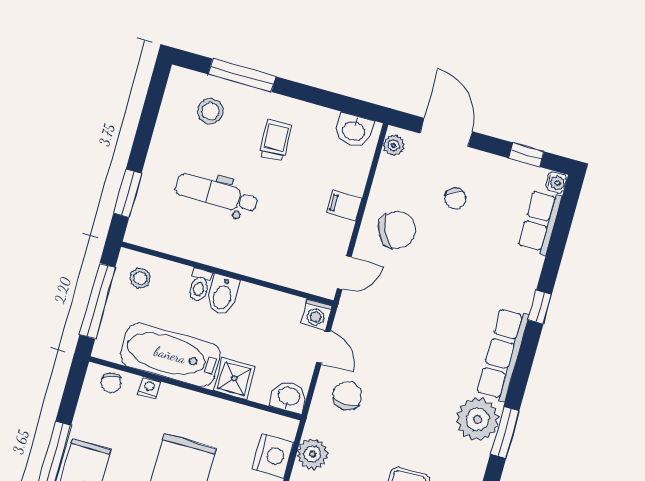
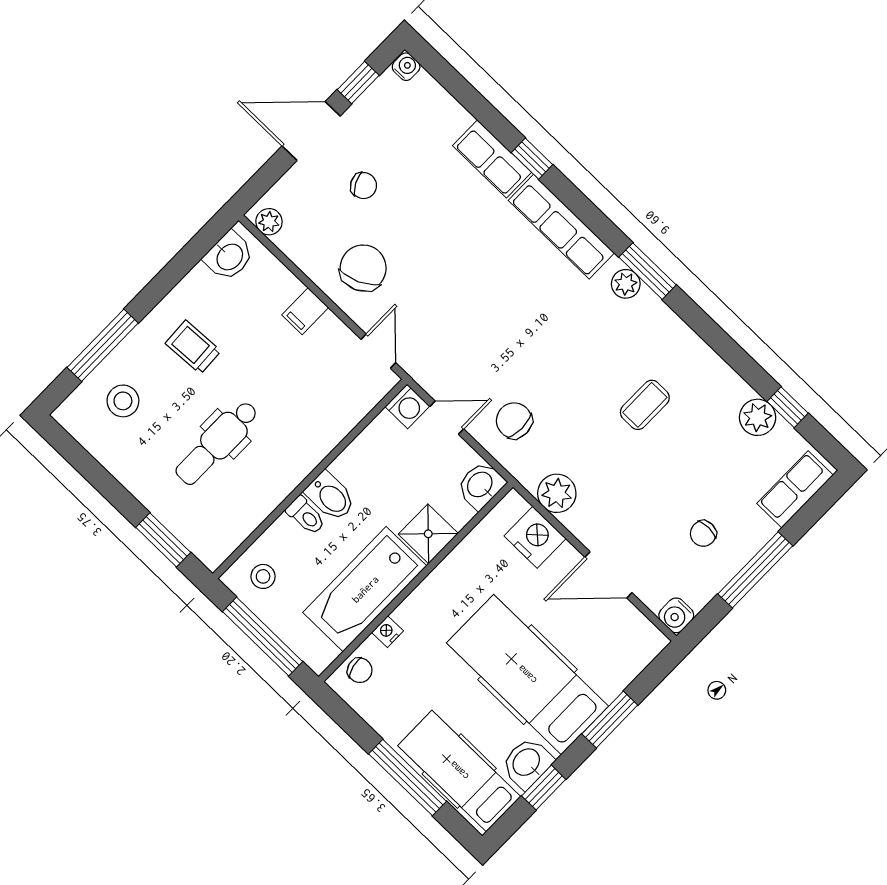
door: (446, 132) -> (311, 131), moved
row of seats: (540, 222) -> (492, 159), moved
plant: (478, 419) -> (626, 284), width x0.53, depth x0.53

